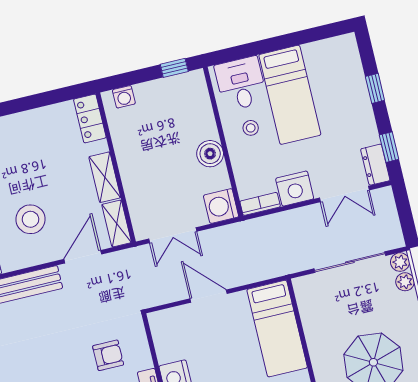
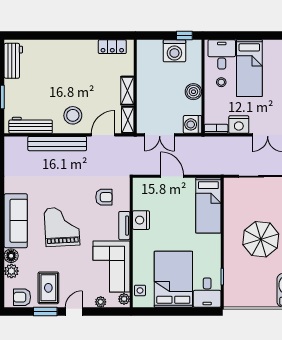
washing machine: (124, 97) -> (174, 51), moved, width x1.89, depth x1.89
locker: (90, 118) -> (112, 47), moved, turned -90
stool: (31, 219) -> (73, 115), moved

